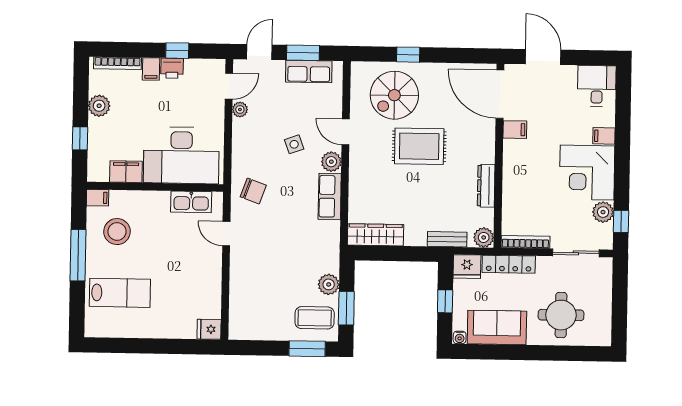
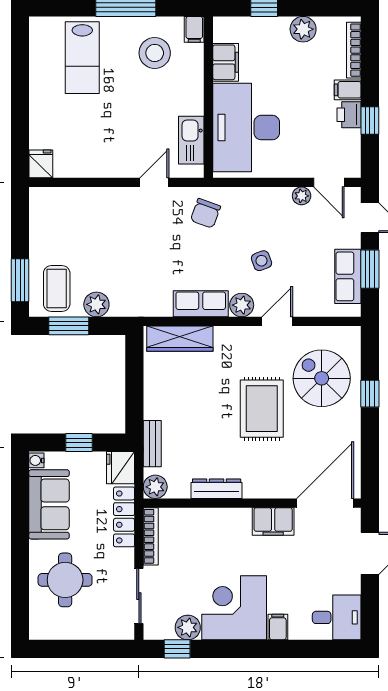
filing cabinet: (515, 130) -> (273, 521), width x2.00
wardrobe: (376, 235) -> (180, 339), moved, turned 90

